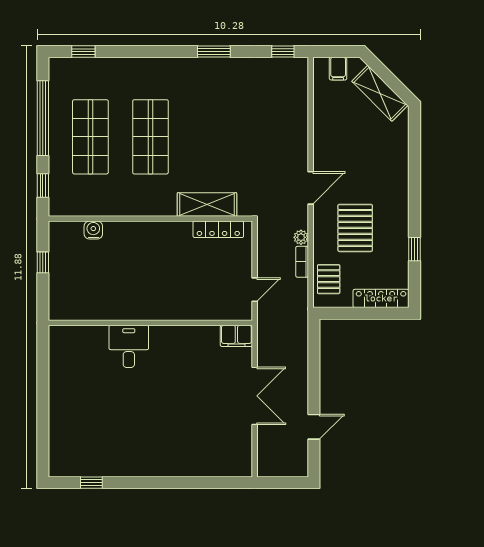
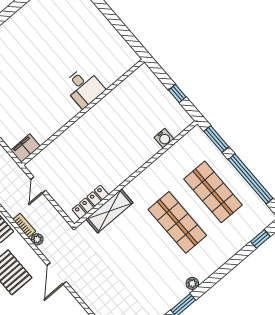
plant: (187, 65) -> (192, 283), added
window: (43, 185) -> (216, 139), width x1.50

